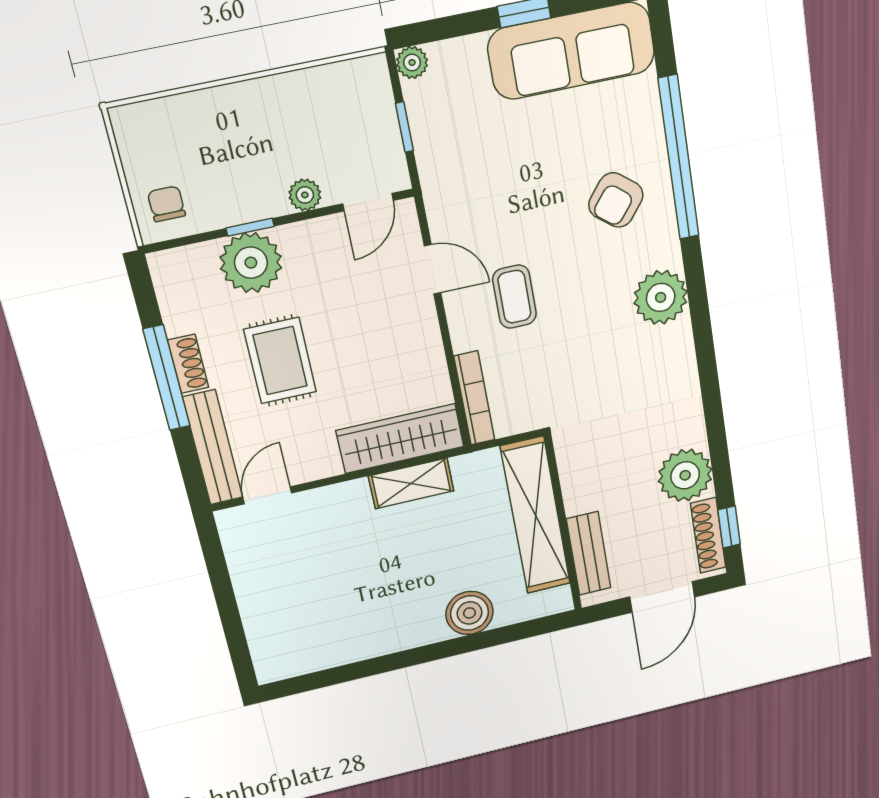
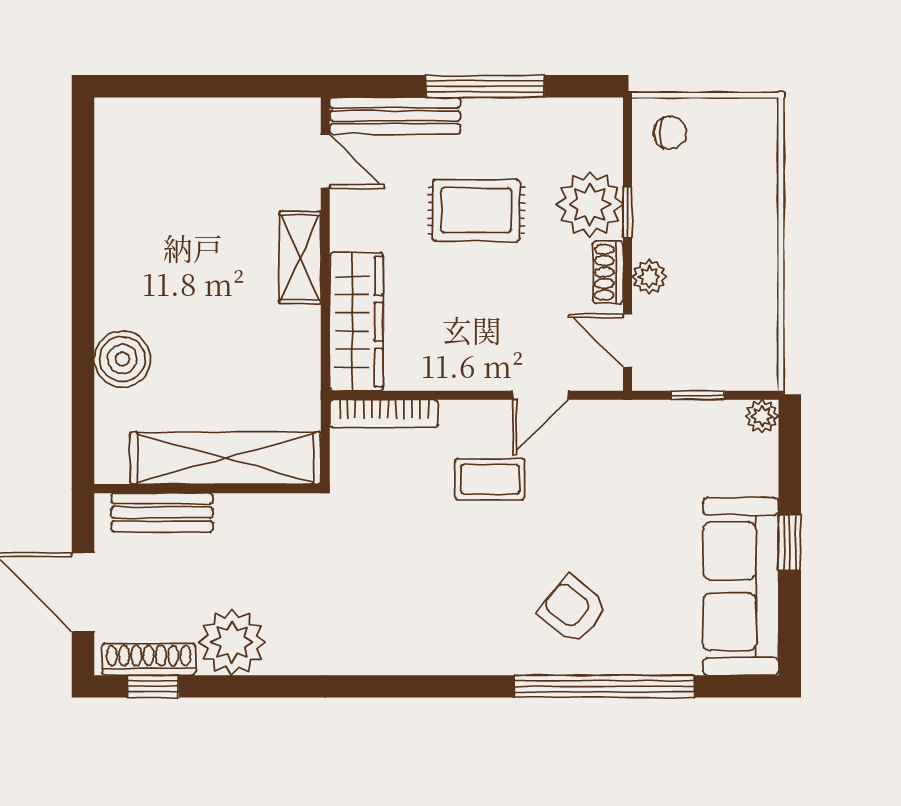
plant: (661, 297) -> (452, 644), removed
shoe rack: (188, 364) -> (608, 272), moved, turned 90
shelving: (411, 483) -> (300, 257), moved

